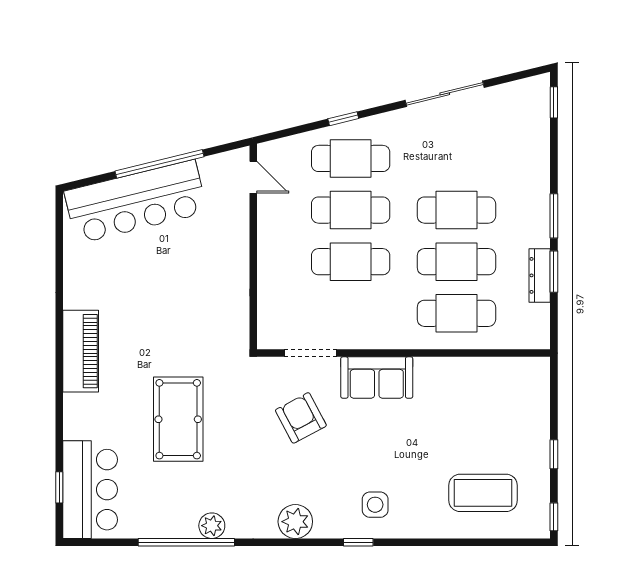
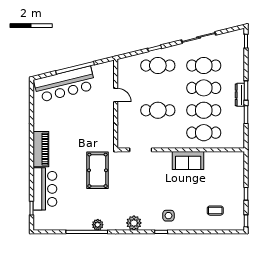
door: (253, 177) -> (116, 95), moved
cafe table: (351, 210) -> (204, 66), moved
dresser: (540, 275) -> (240, 95), moved
sofa: (377, 378) -> (188, 161), moved
armchair: (301, 418) -> (136, 178), removed
pool table: (178, 419) -> (97, 170), moved
bar counter: (90, 490) -> (45, 189), moved
coffee table: (483, 493) -> (215, 211), width x0.54, depth x0.58

